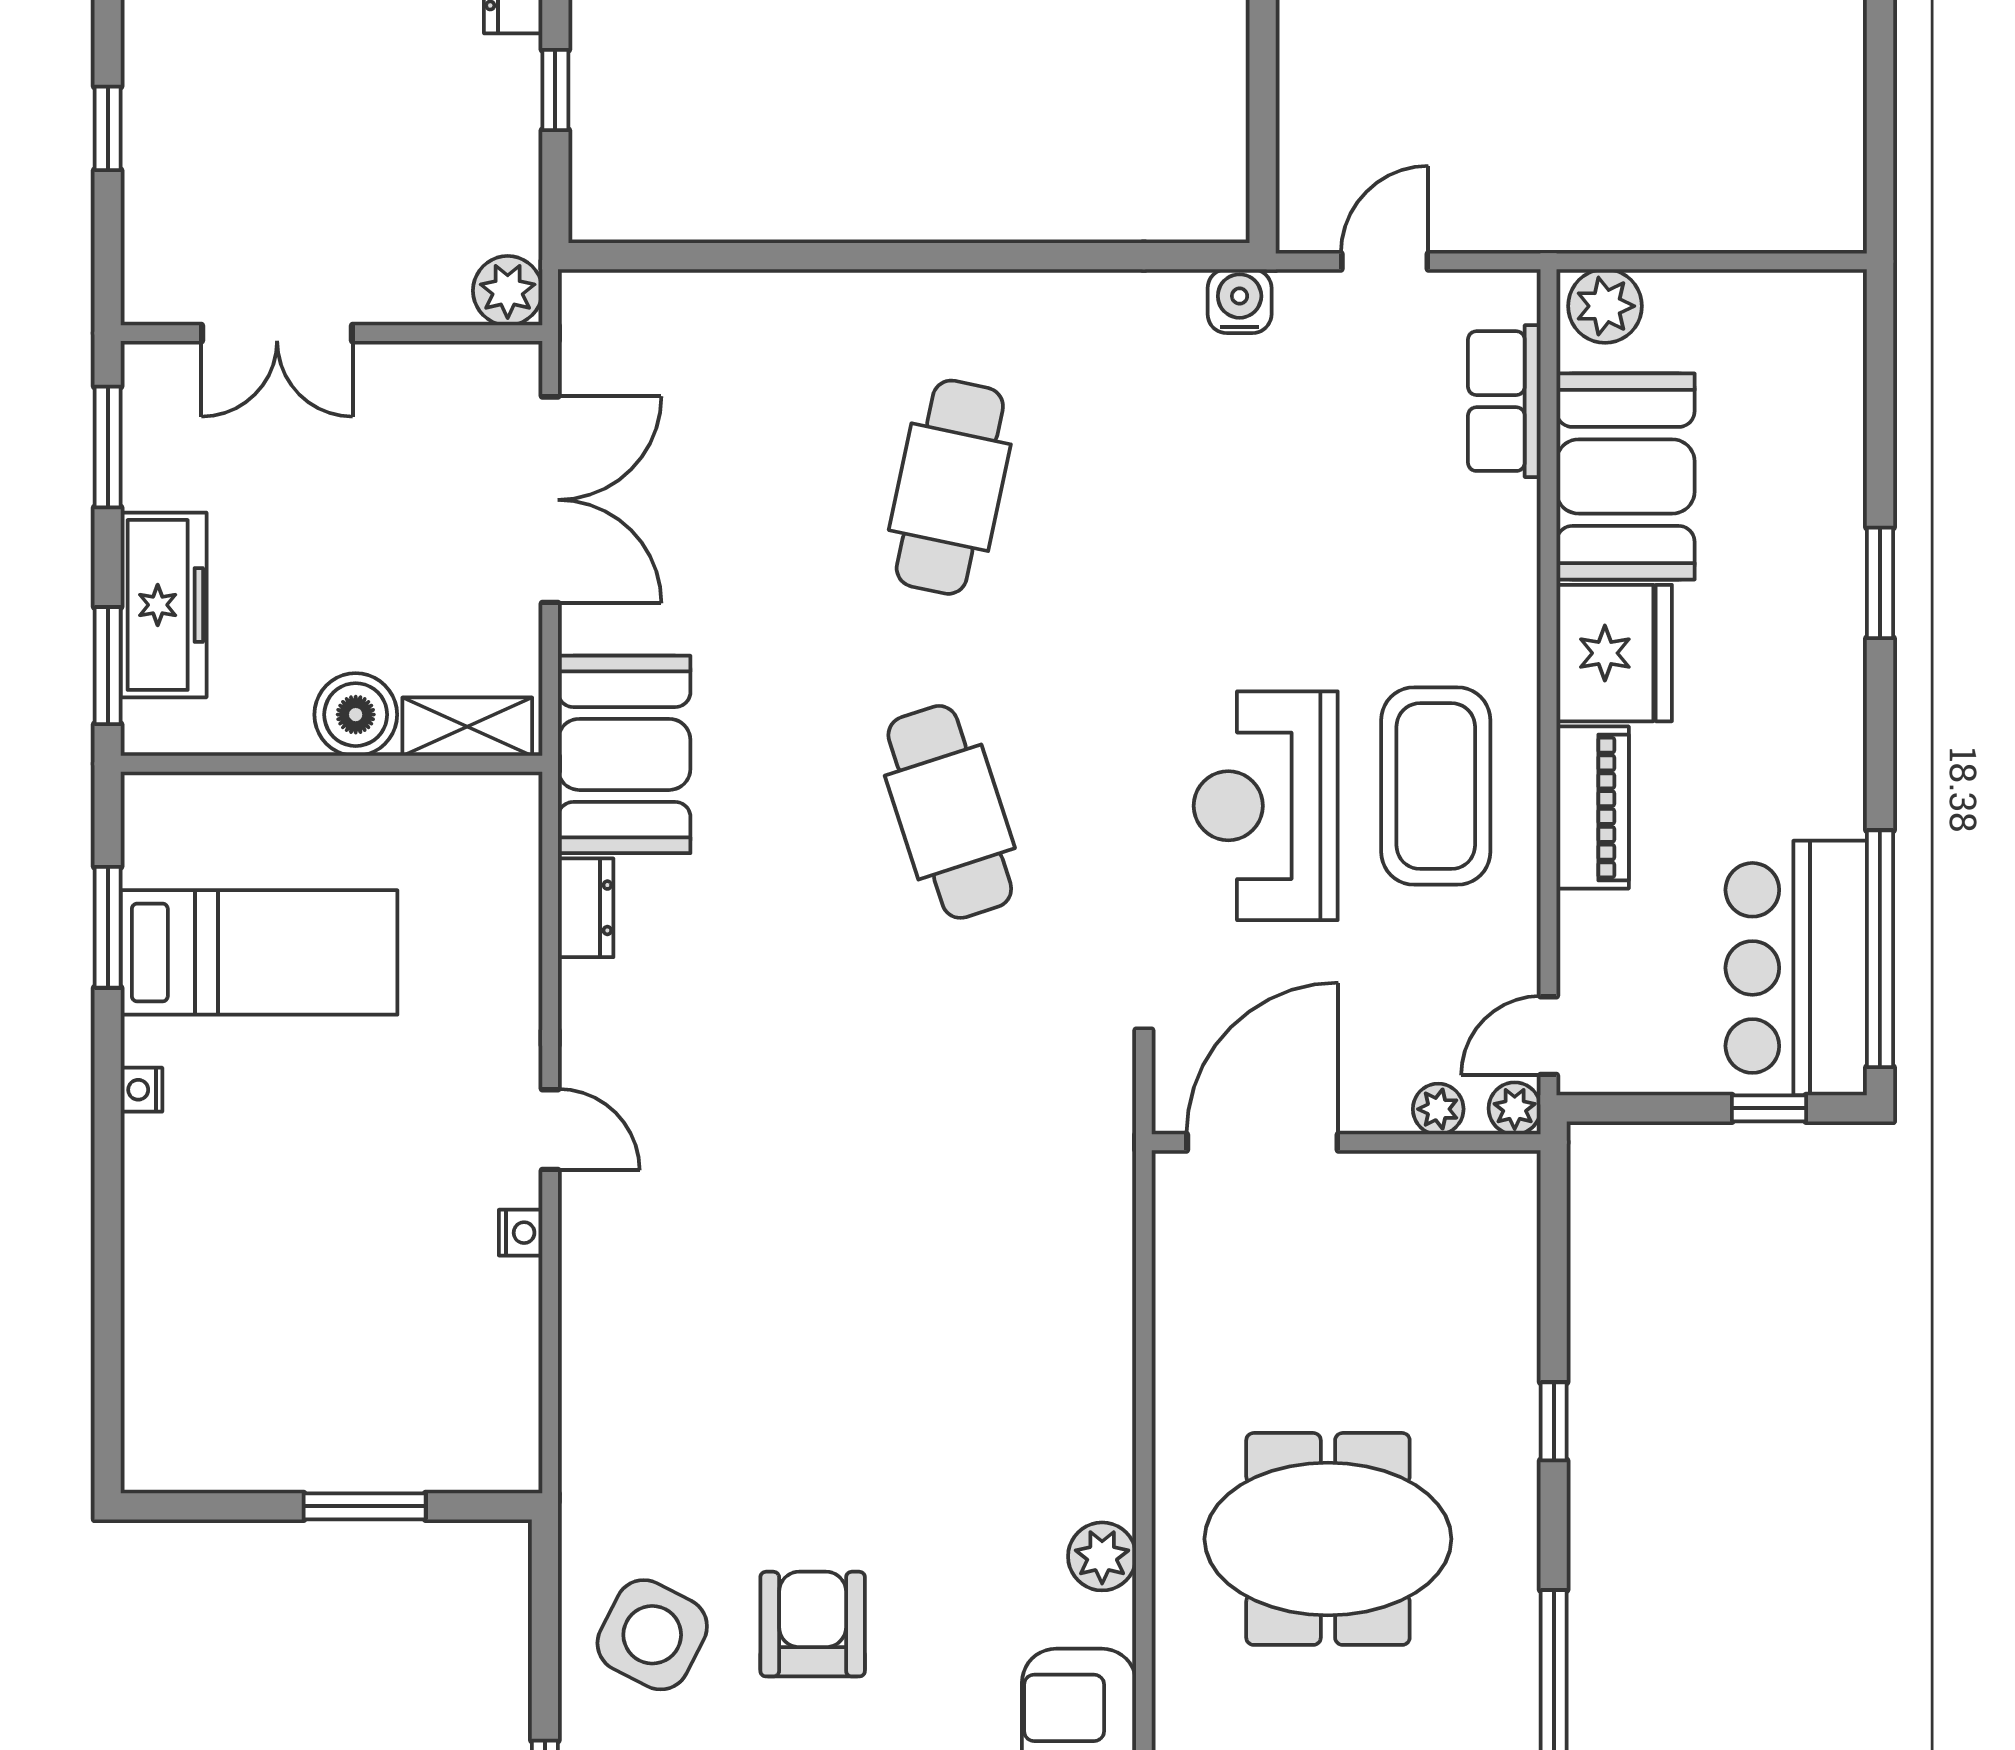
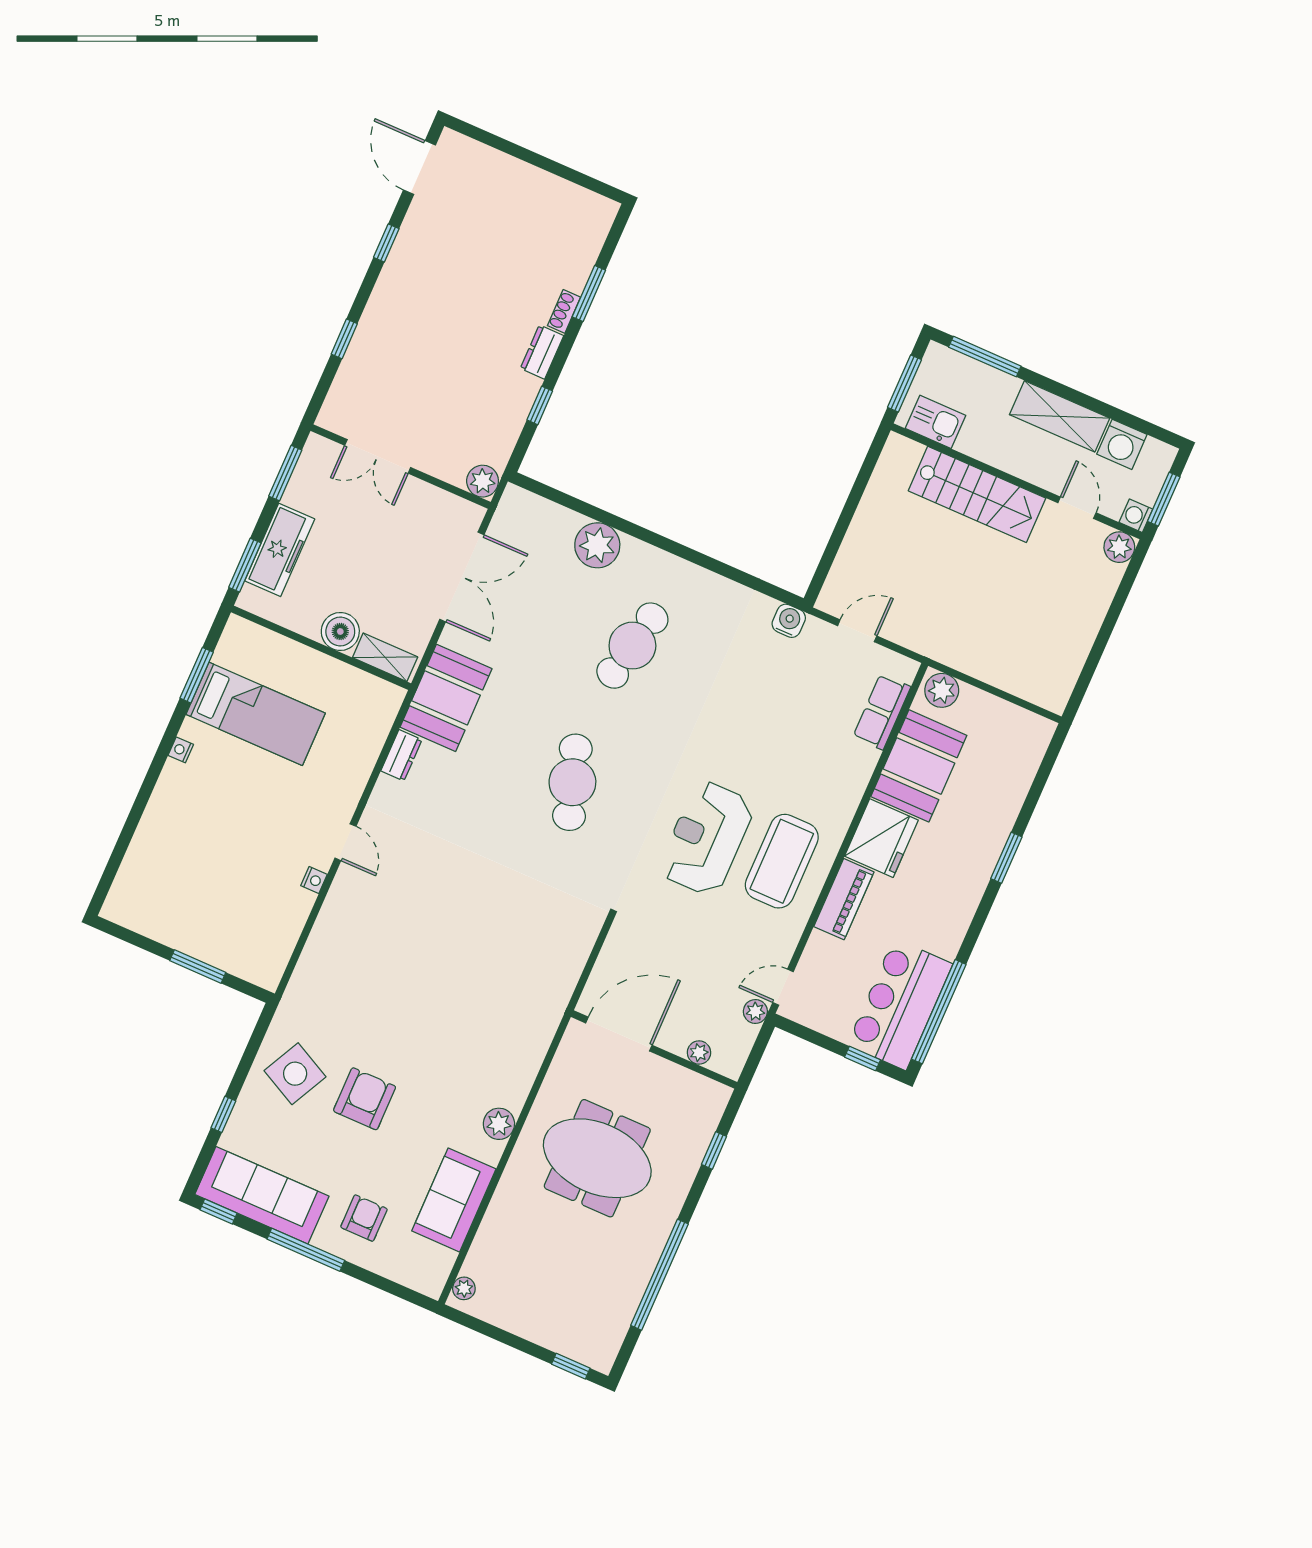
plant: (792, 318) -> (597, 545), added
plant: (1438, 1109) -> (699, 1053), moved
door: (1262, 1142) -> (619, 1034), moved
wall: (1346, 1142) -> (654, 1050), moved

